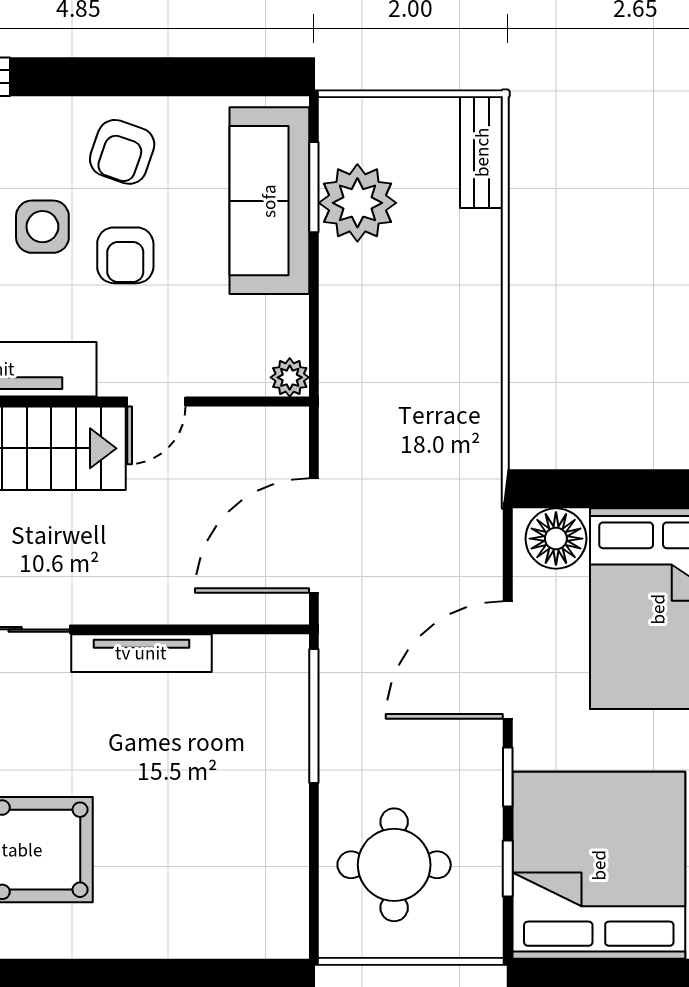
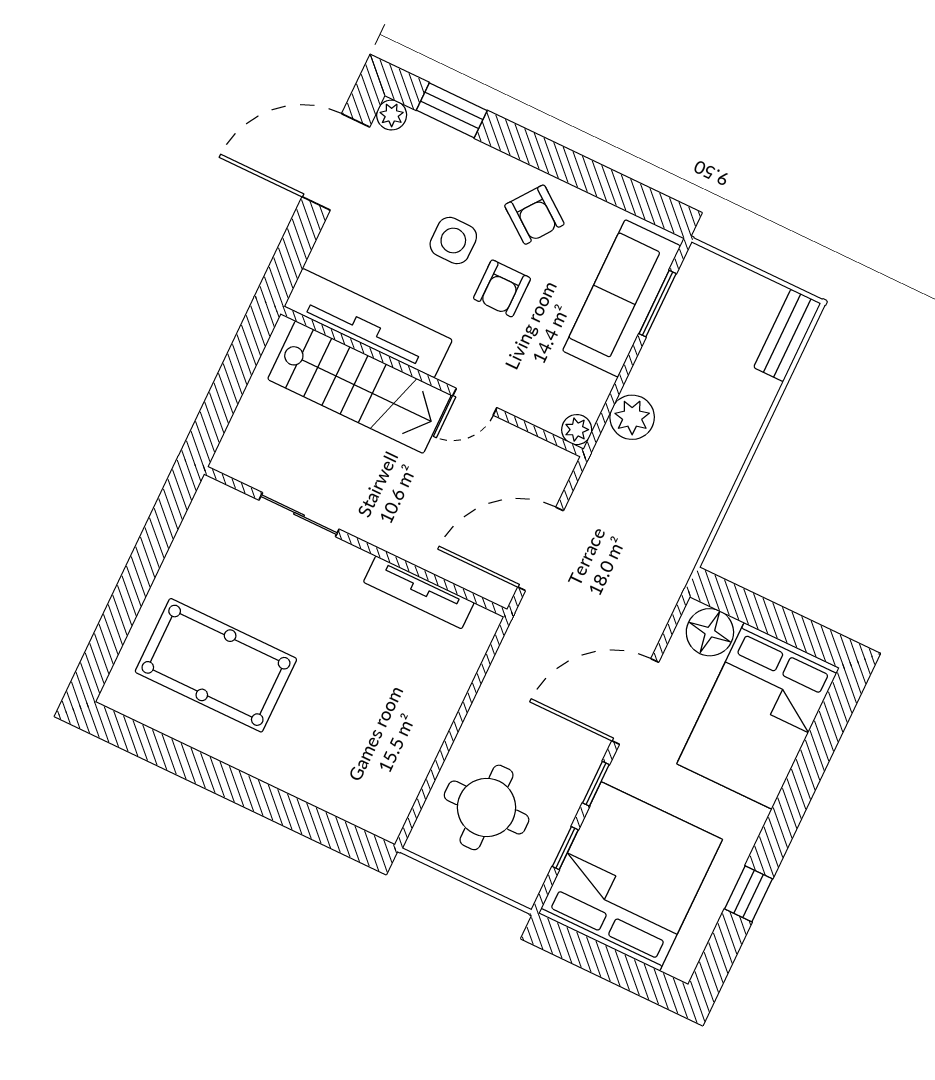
armchair: (122, 152) -> (534, 215), turned -72
plant: (357, 203) -> (632, 417), moved, width x0.73, depth x0.73
tv unit: (141, 653) -> (419, 592), moved
window: (314, 716) -> (480, 676), removed

